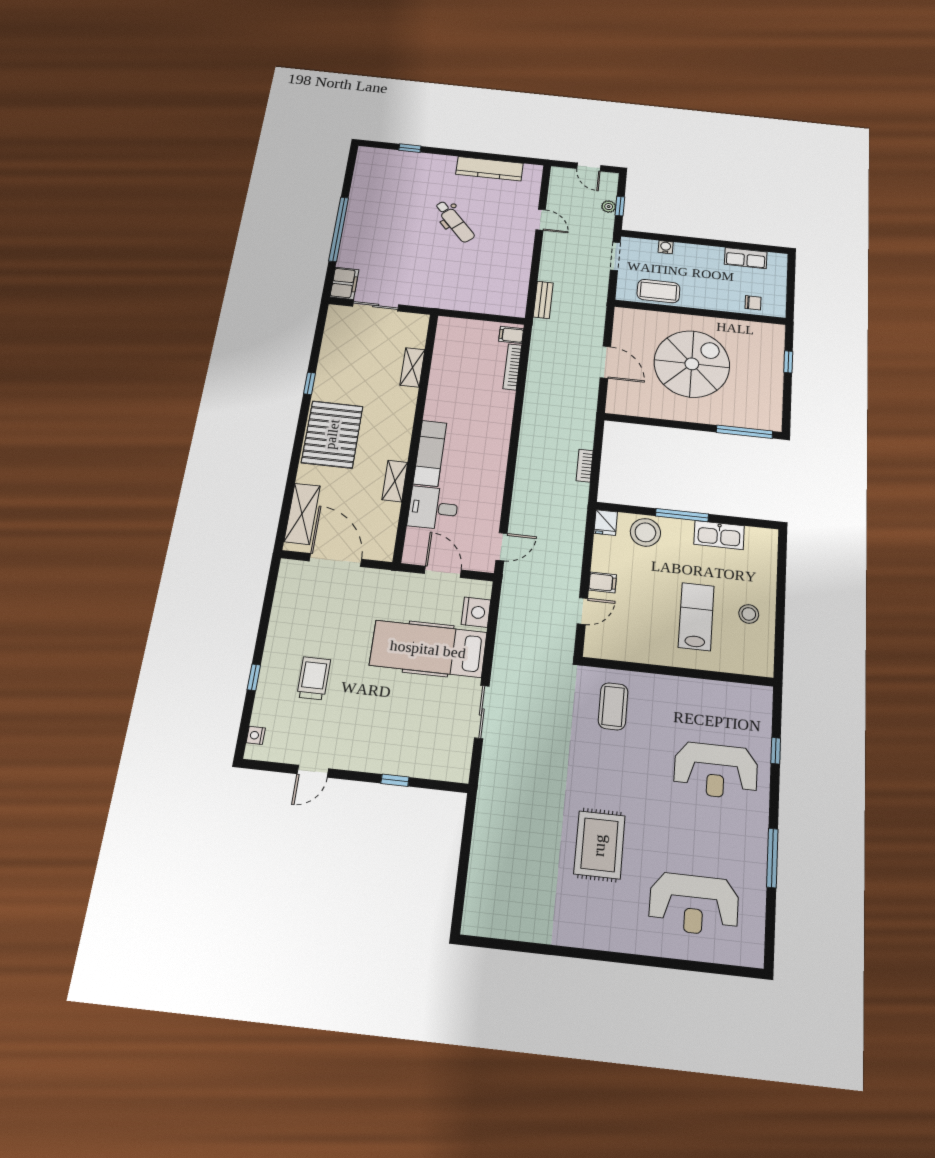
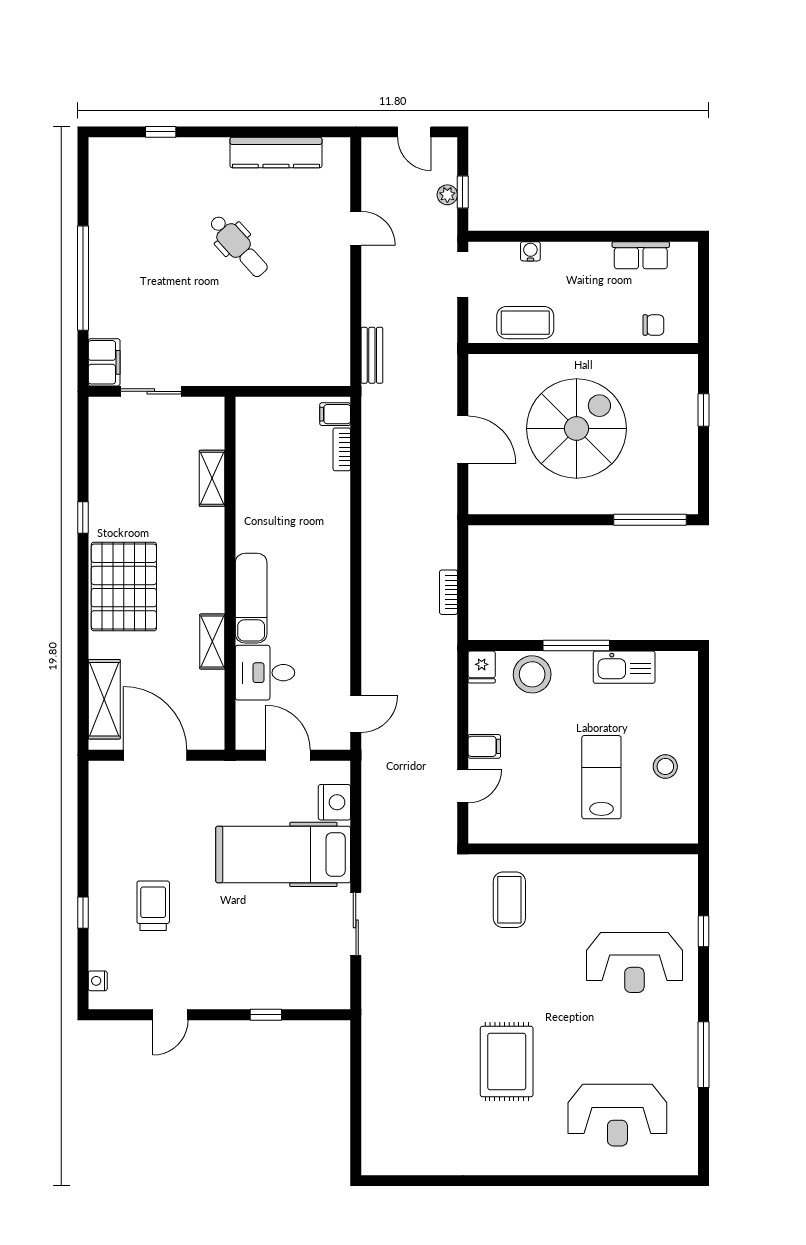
bookcase: (512, 367) -> (342, 449), width x0.64

